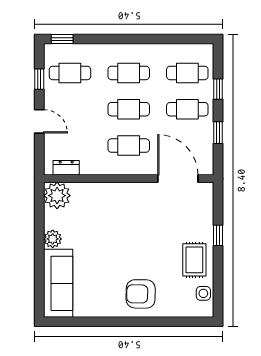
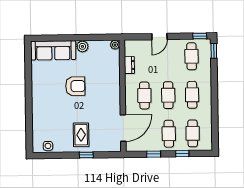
window: (39, 79) -> (200, 36), moved
dresser: (66, 168) -> (129, 65), moved
plant: (57, 196) -> (115, 45), width x0.53, depth x0.53
rug: (194, 260) -> (81, 135), moved, turned 90
armchair: (141, 294) -> (75, 86), moved, turned 89

